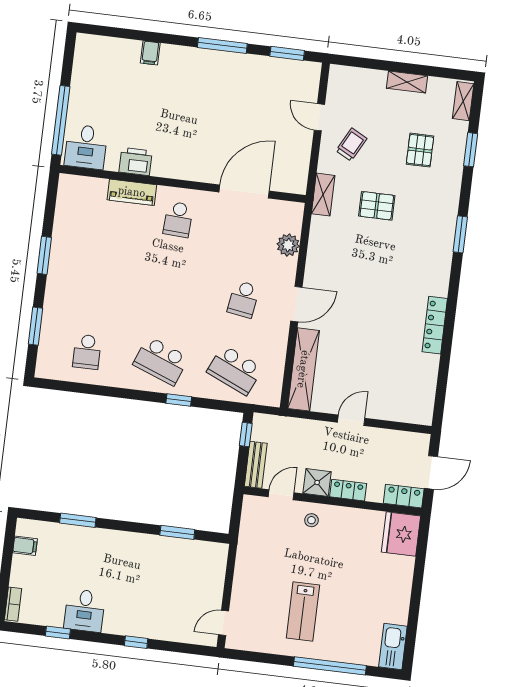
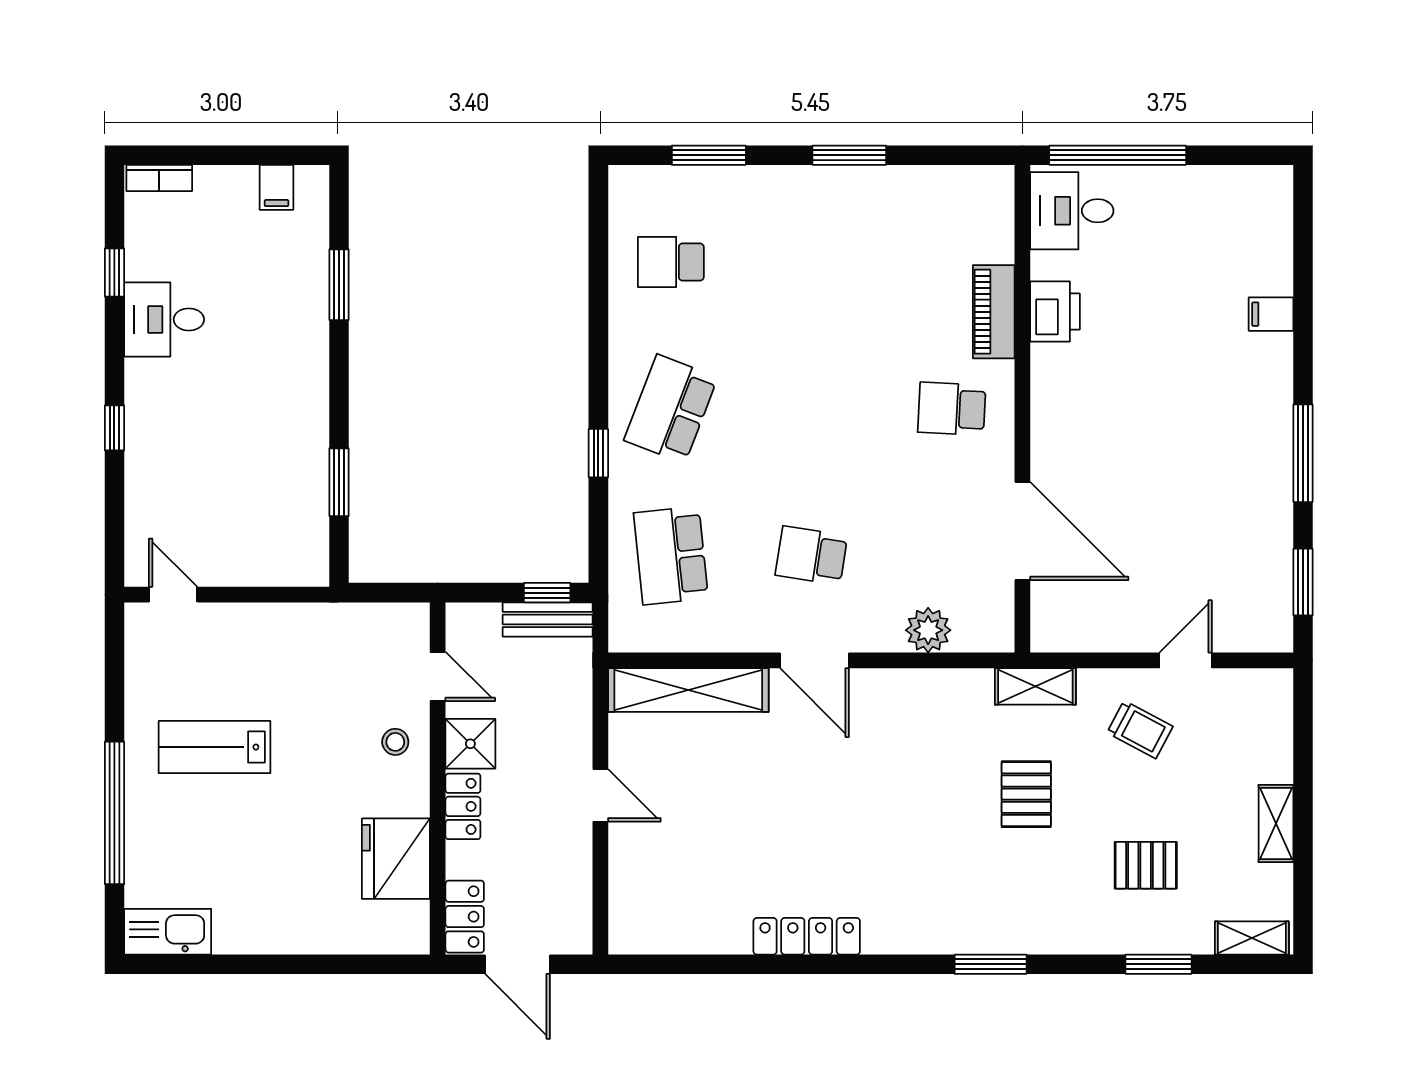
school desk: (235, 370) -> (671, 556), turned -30
bench: (256, 465) -> (548, 620), moved
fridge: (401, 534) -> (396, 859), moved, turned -90

